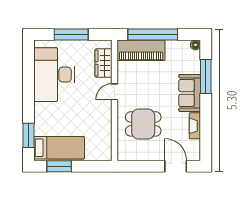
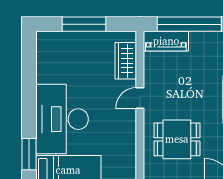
piano: (141, 50) -> (166, 41), width x0.73, depth x0.75
desk: (54, 75) -> (62, 119), moved

